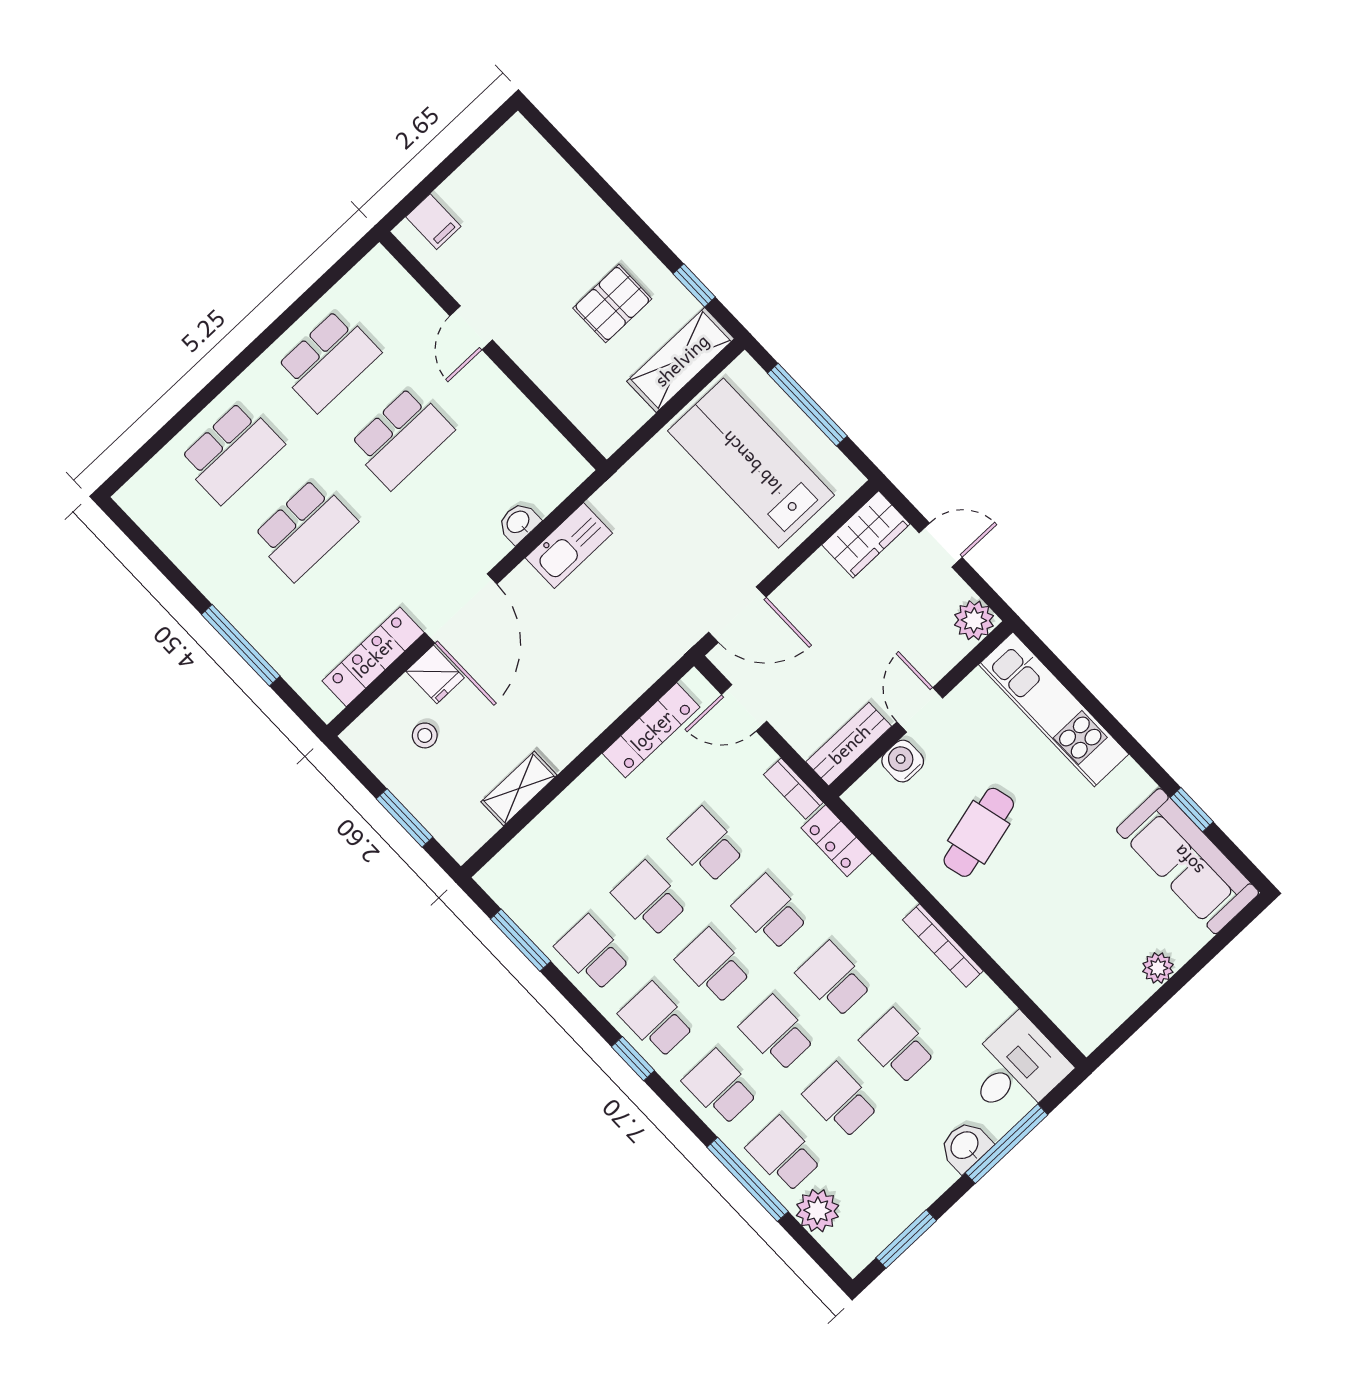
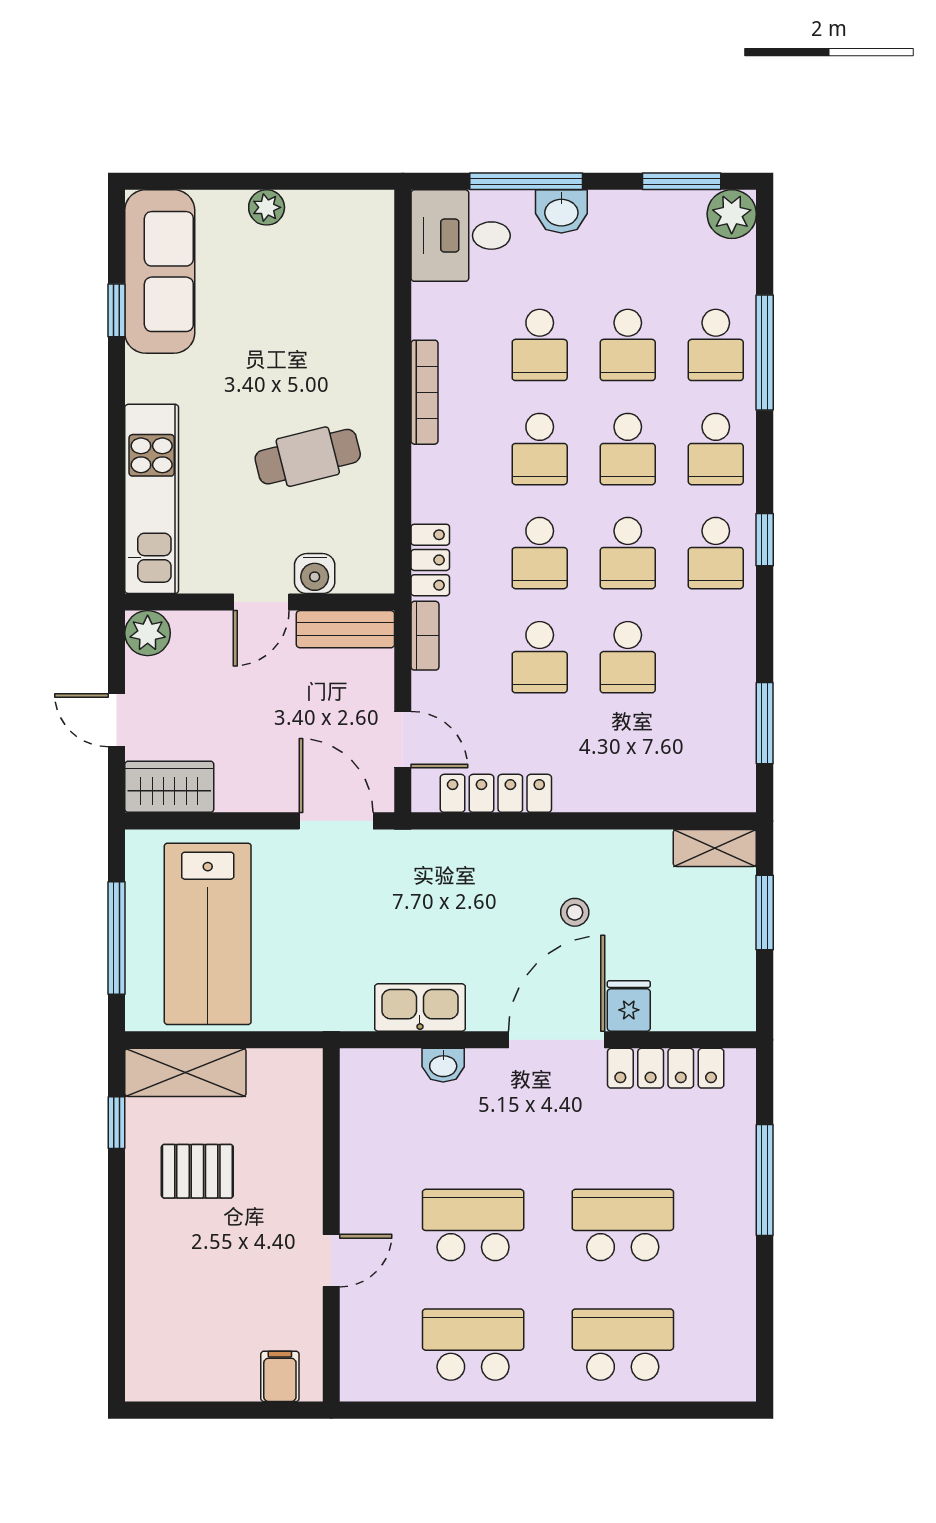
stool: (425, 735) -> (575, 912), moved
shelving: (519, 789) -> (715, 848), moved
school desk: (593, 953) -> (716, 657), removed
plant: (818, 1211) -> (732, 214), moved

